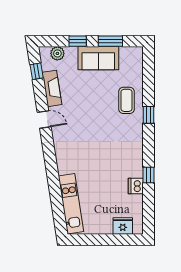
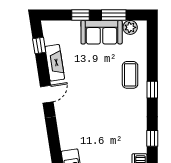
plant: (57, 53) -> (130, 27), moved
door: (44, 119) -> (47, 94), hinge flipped
window: (148, 175) -> (152, 138), moved

